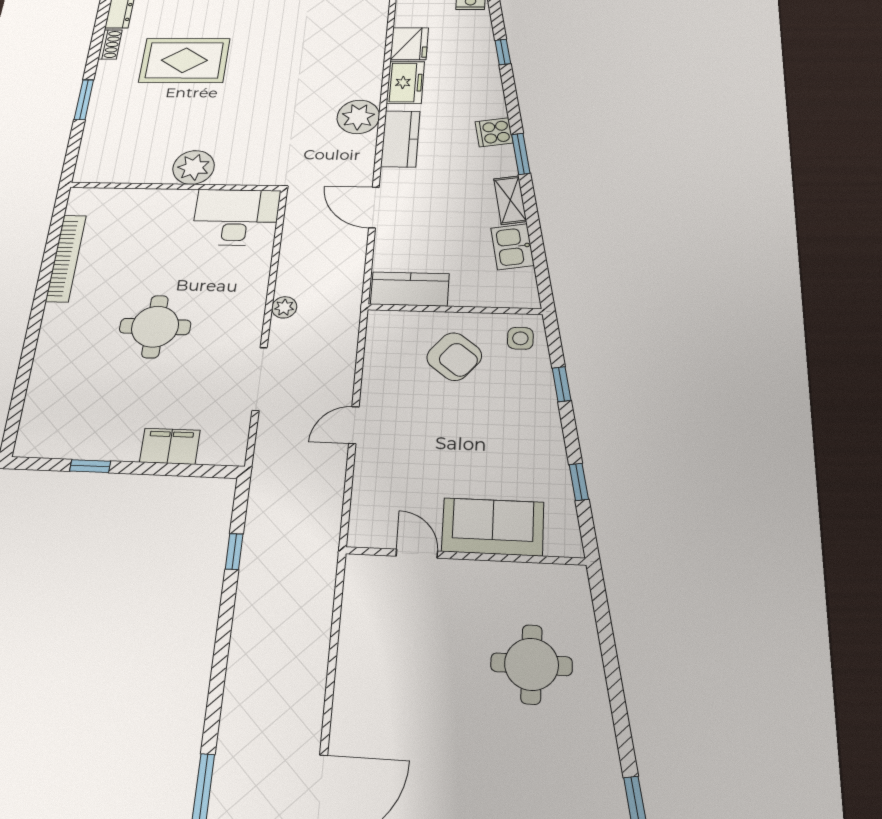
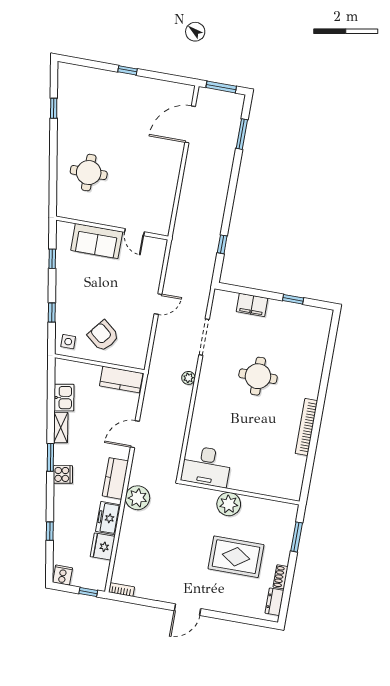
plant: (194, 167) -> (229, 504), moved
wall: (175, 187) -> (240, 492), moved
door: (374, 208) -> (135, 434), swing flipped
desk: (236, 217) -> (206, 466), moved

